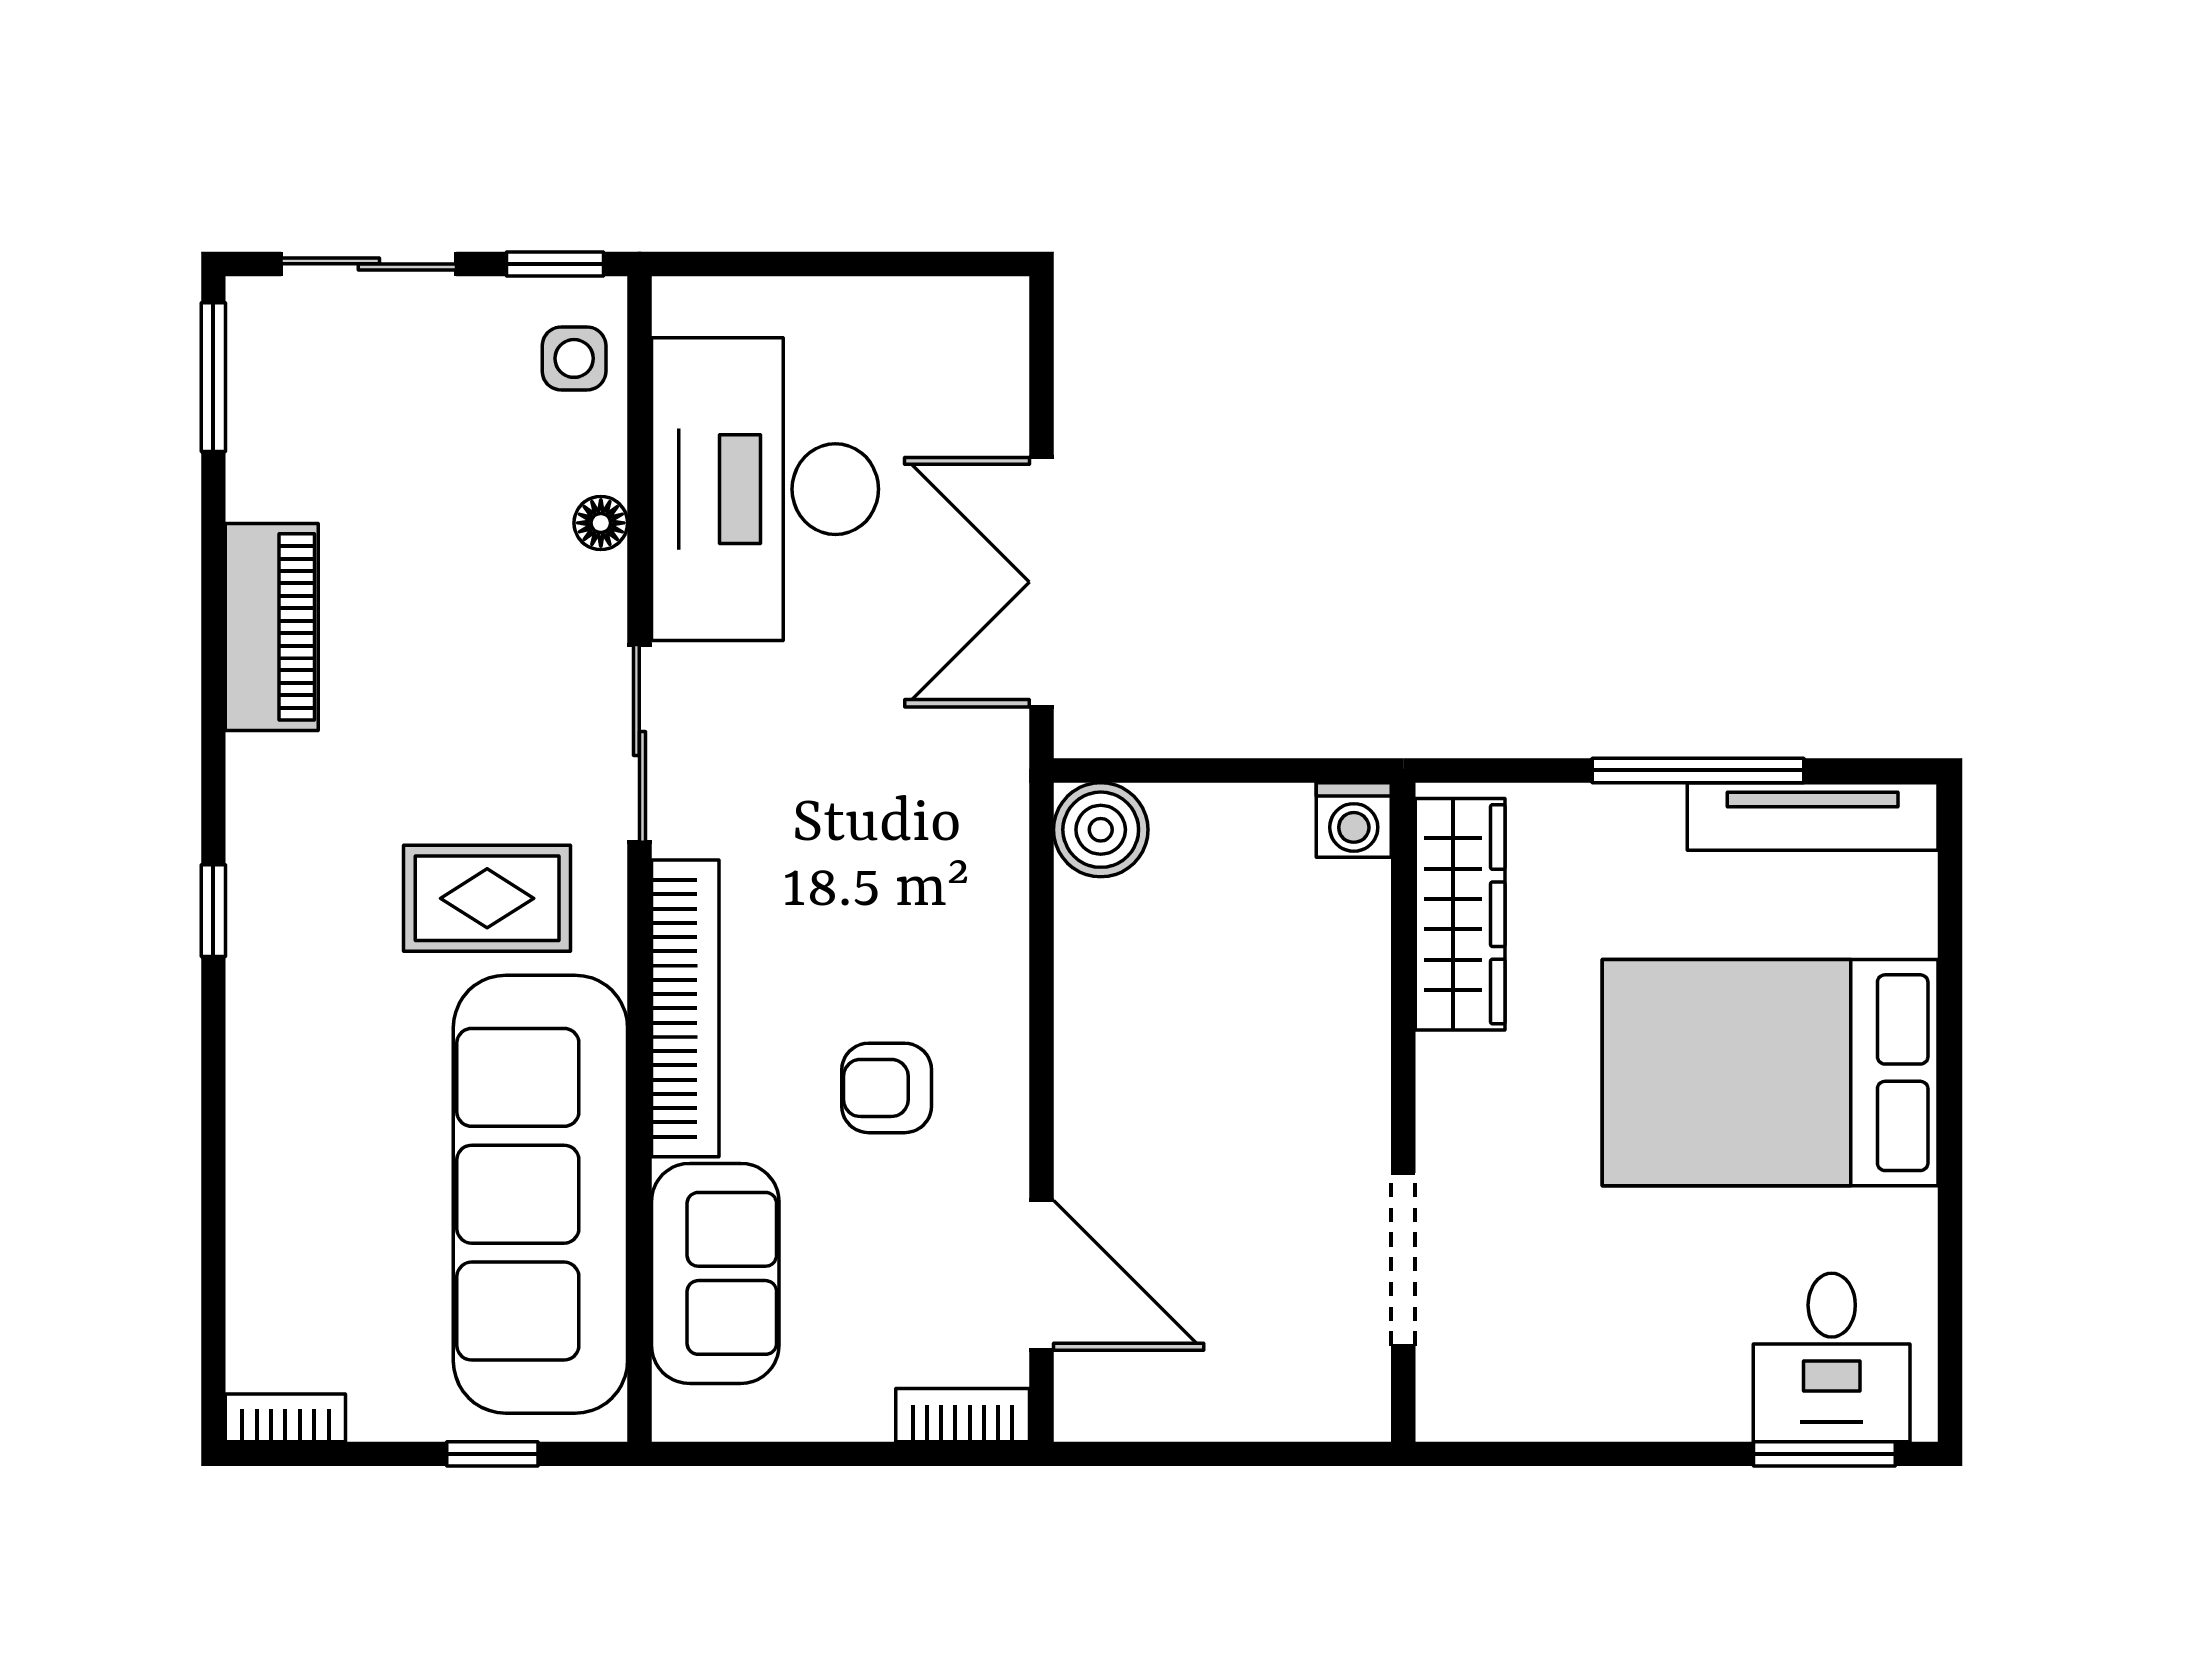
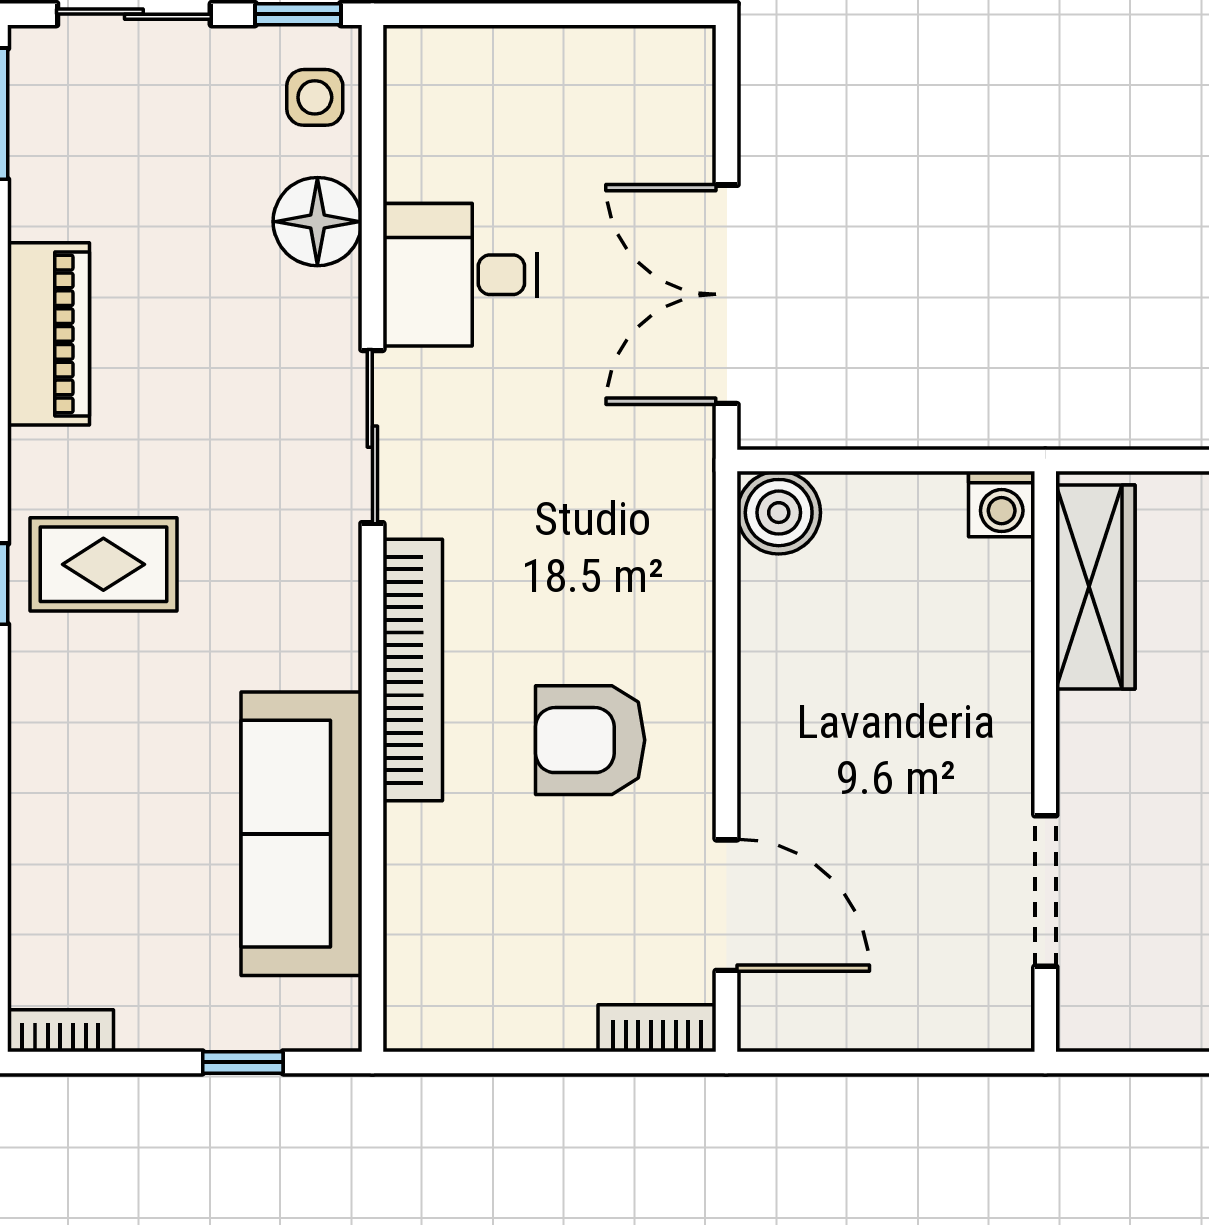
desk: (765, 489) -> (460, 275), width x0.53, depth x0.77
floor lamp: (601, 523) -> (317, 222), width x1.89, depth x1.89
rug: (487, 898) -> (103, 564), moved
armchair: (887, 1088) -> (590, 740), width x1.38, depth x1.38
sofa: (540, 1194) -> (301, 834), width x0.74, depth x0.79
sofa: (715, 1273) -> (439, 903), removed

